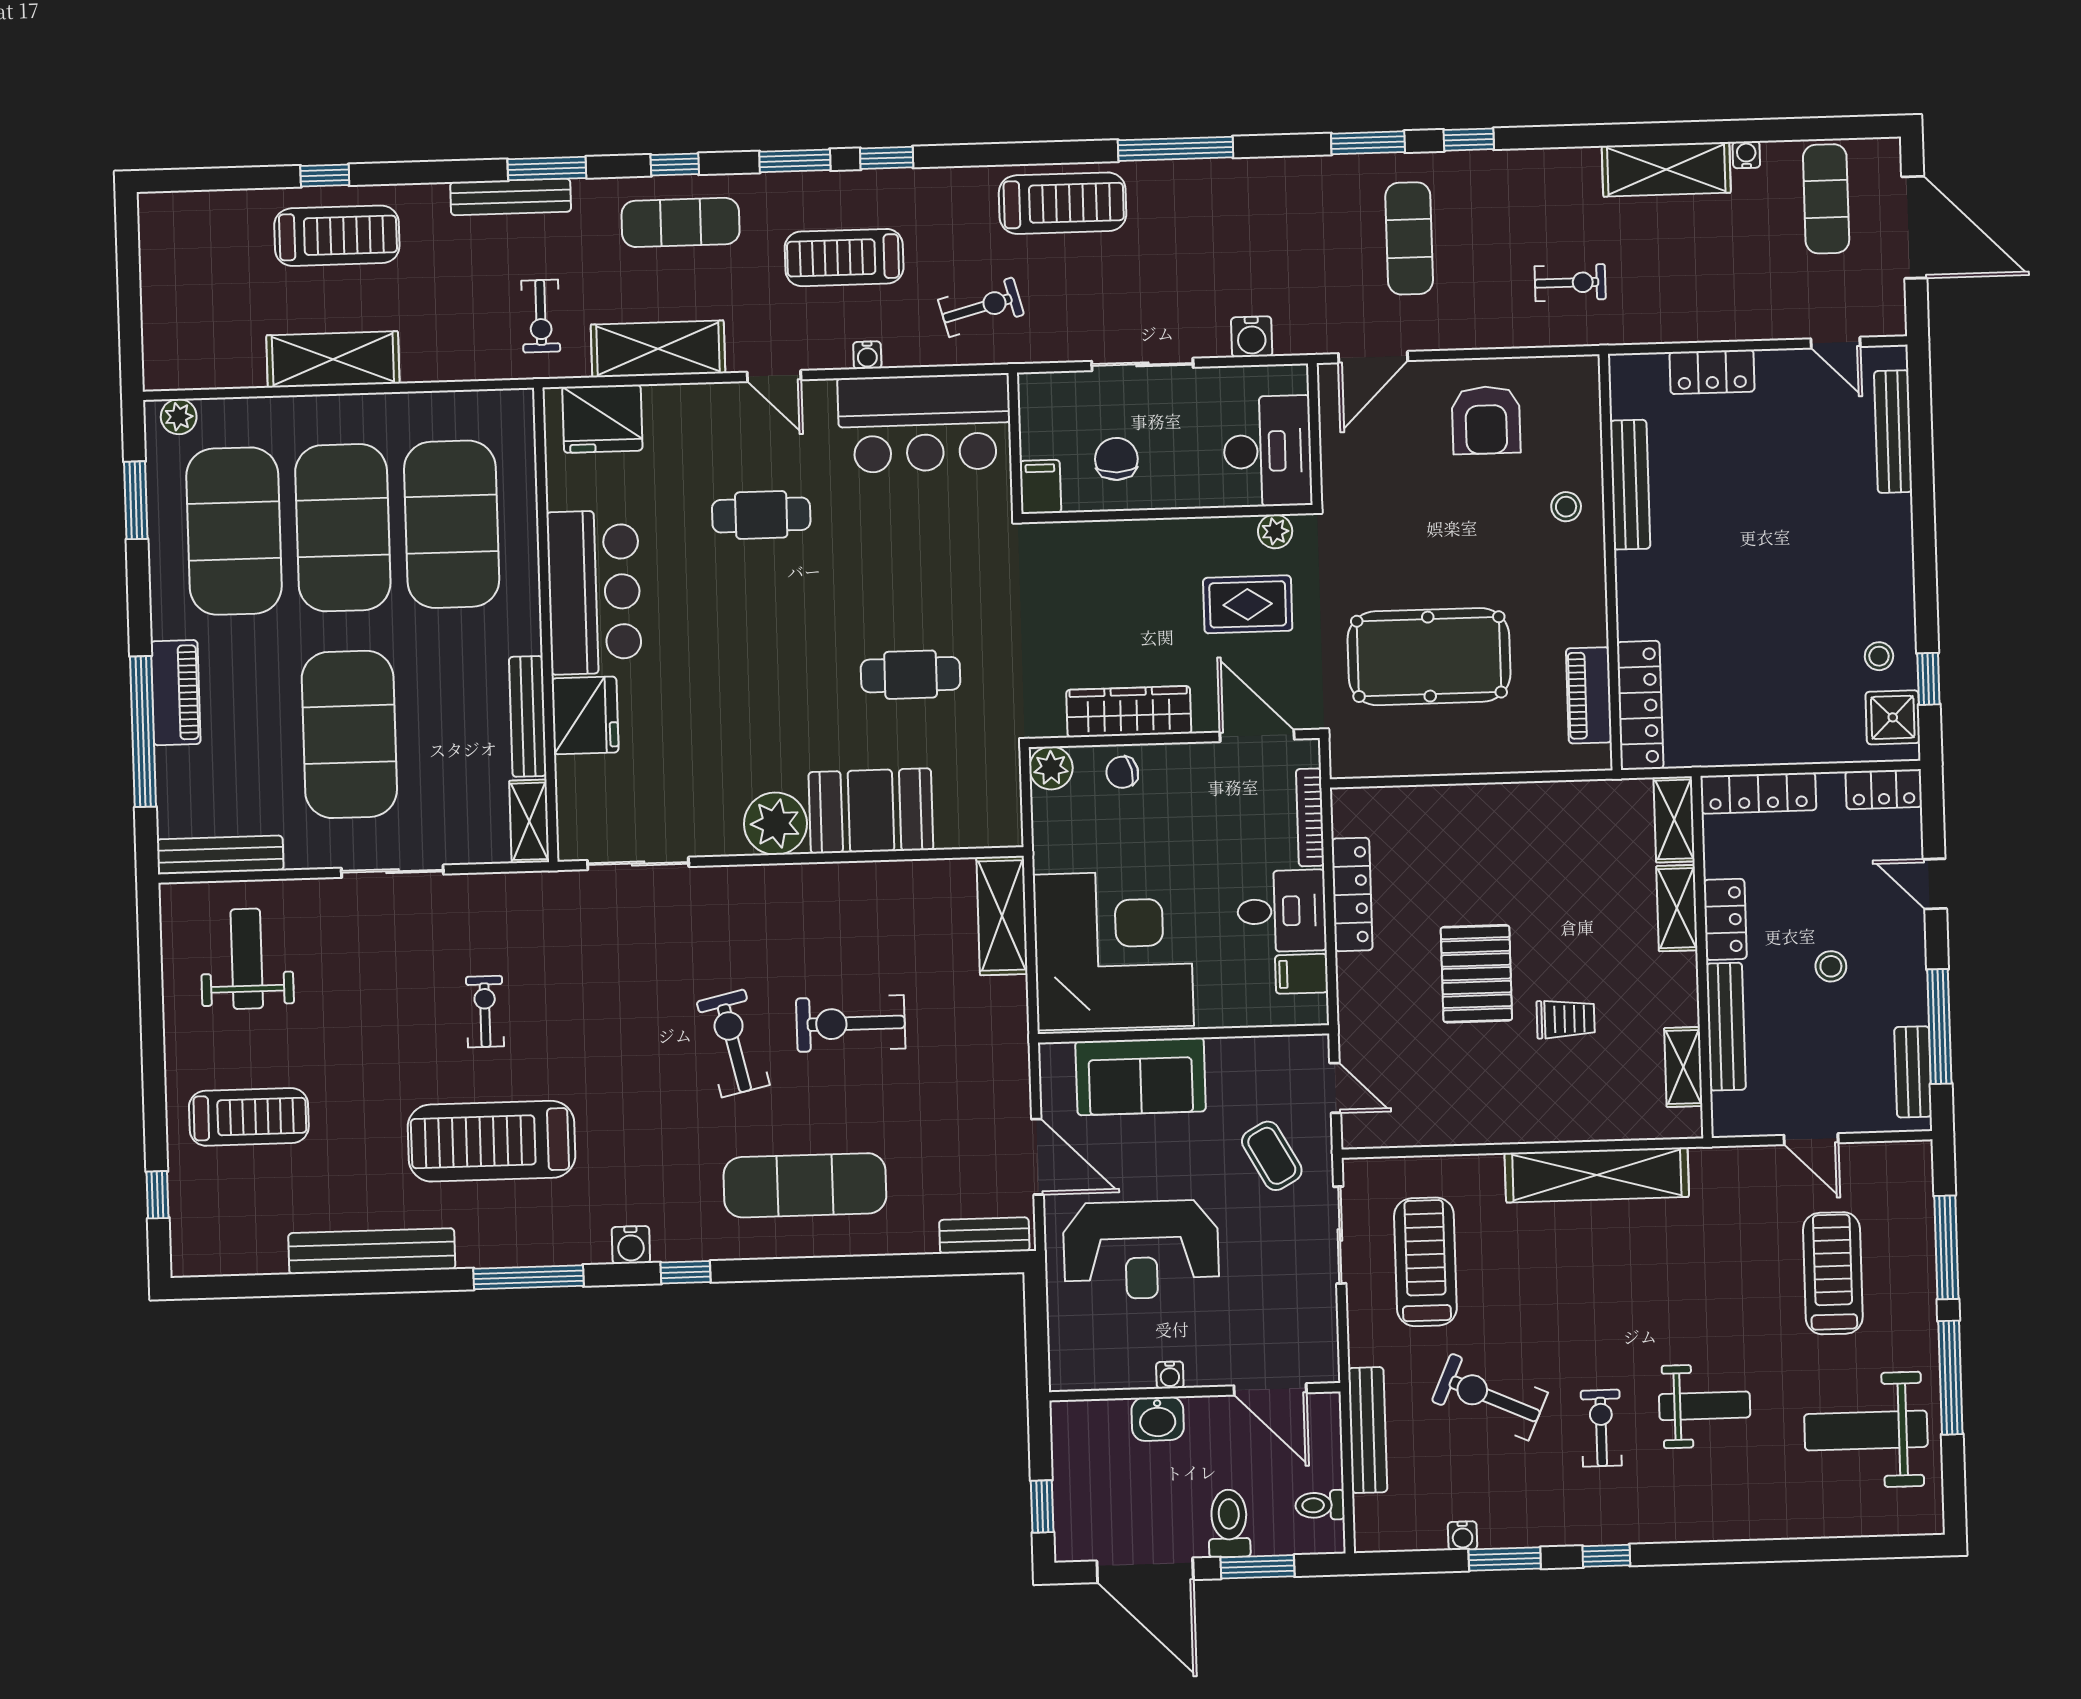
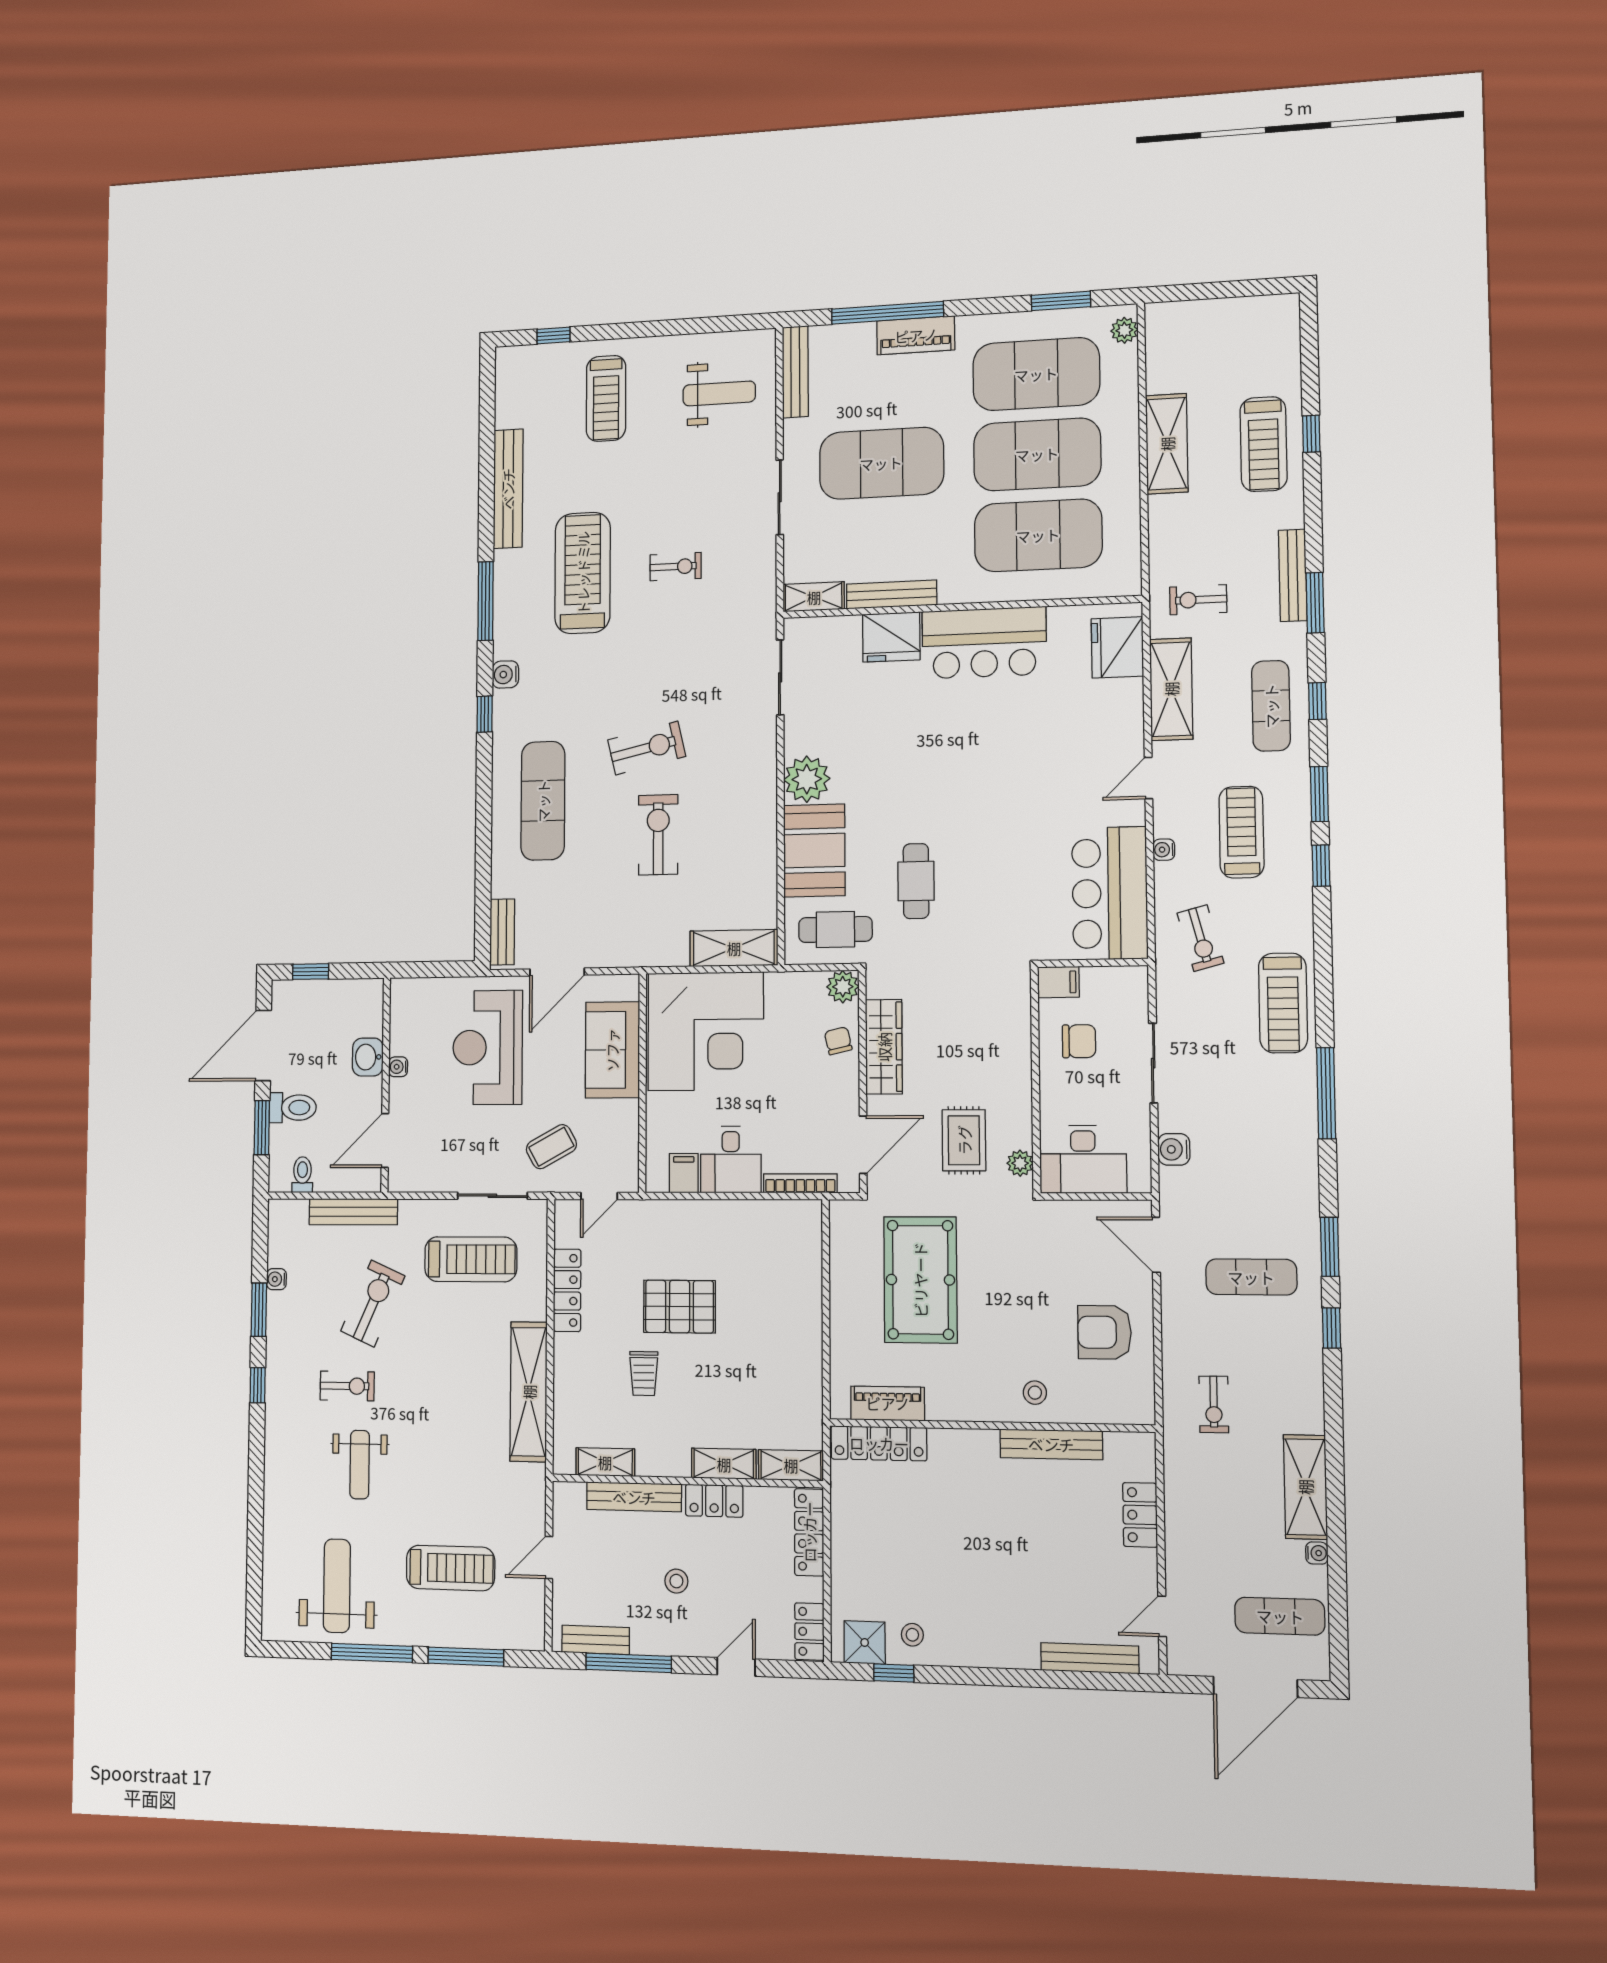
cafe table: (761, 515) -> (835, 929), moved, turned 90
locker: (1352, 894) -> (567, 1290), moved, turned -90

